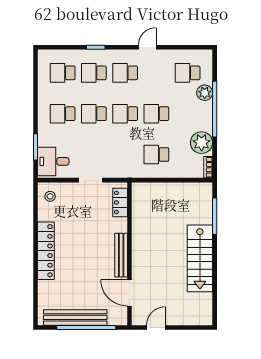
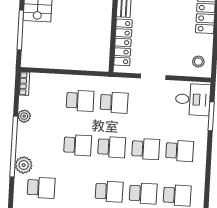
plant: (202, 143) -> (24, 116), width x0.53, depth x0.53
school desk: (125, 154) -> (114, 103), added
locker: (120, 202) -> (123, 42), width x1.53

